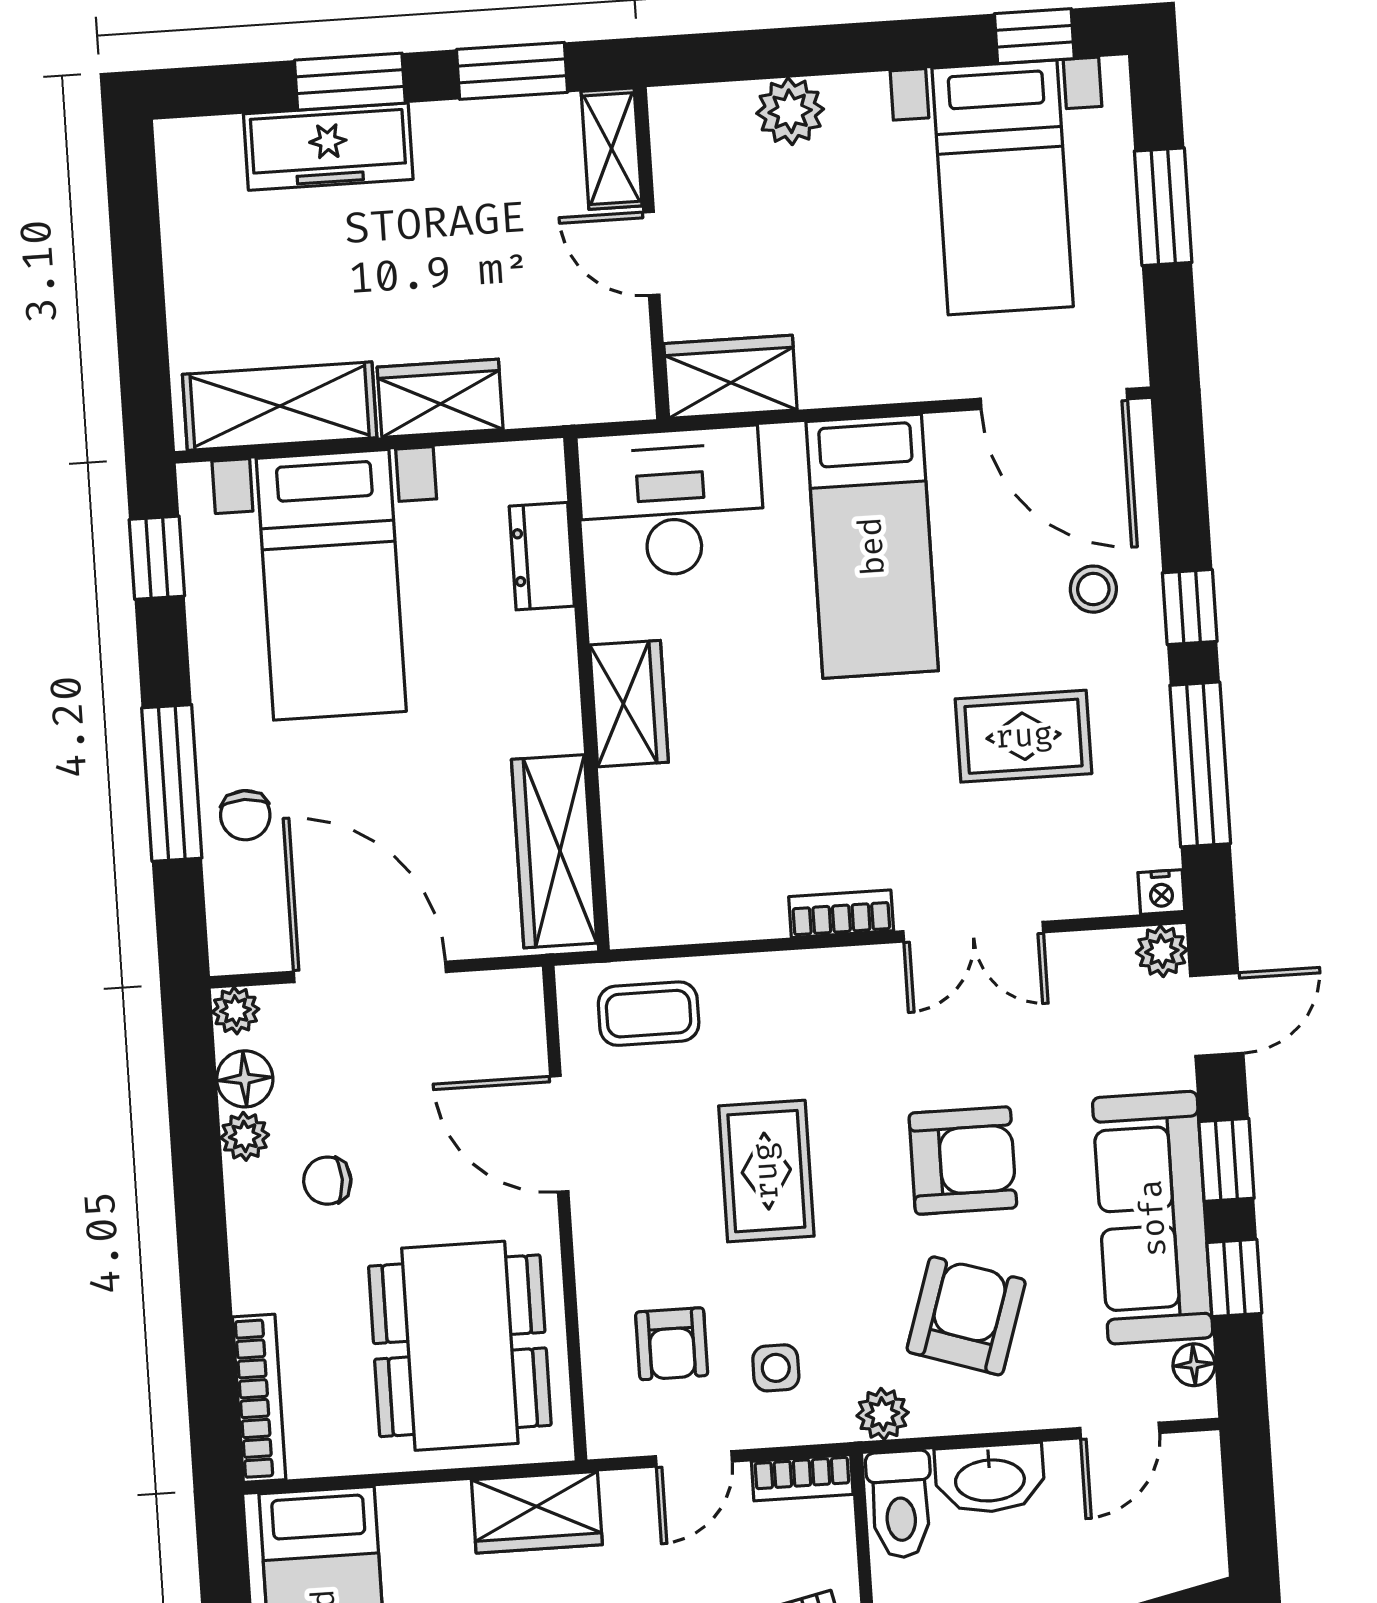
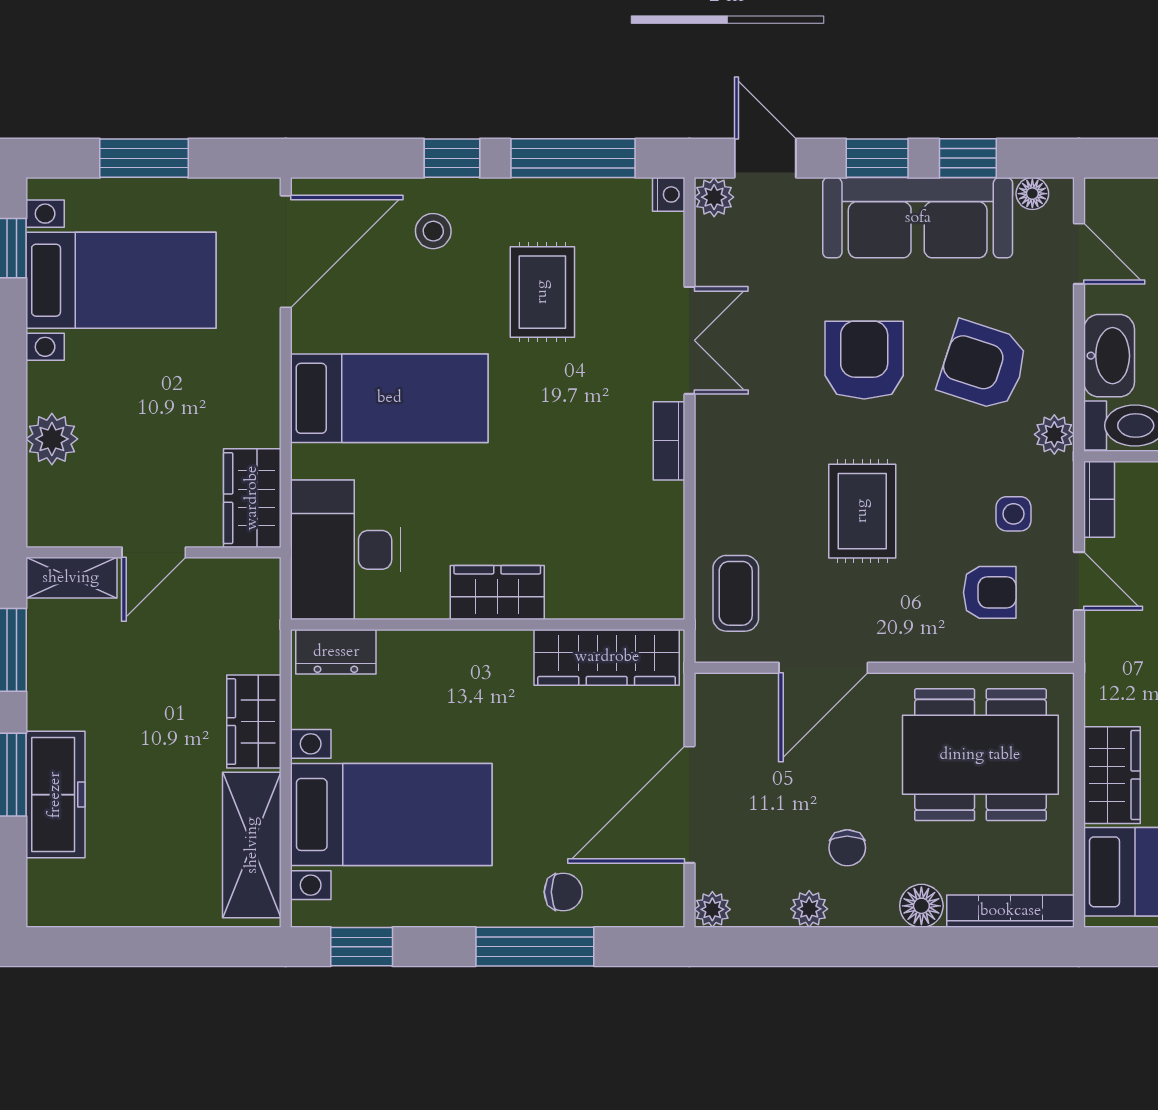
dresser: (542, 556) -> (336, 652), moved
floor lamp: (245, 1079) -> (921, 906), moved
rug: (766, 1171) -> (862, 511), turned 90
wardrobe: (537, 1512) -> (1112, 775), moved

